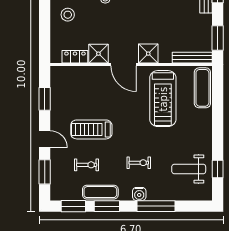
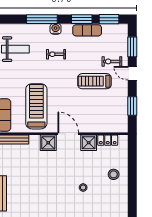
treadmill: (91, 129) -> (94, 81), turned 180
exercise bike: (87, 165) -> (112, 61), moved

